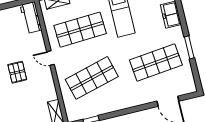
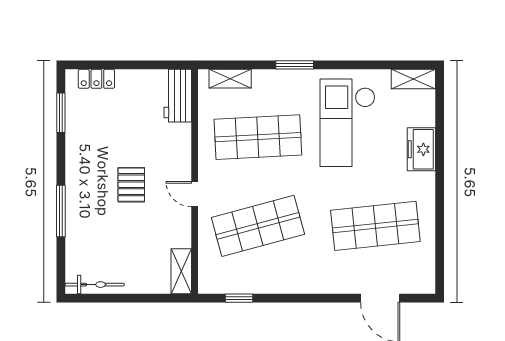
window: (189, 47) -> (440, 214), removed
door: (50, 58) -> (195, 194), moved

